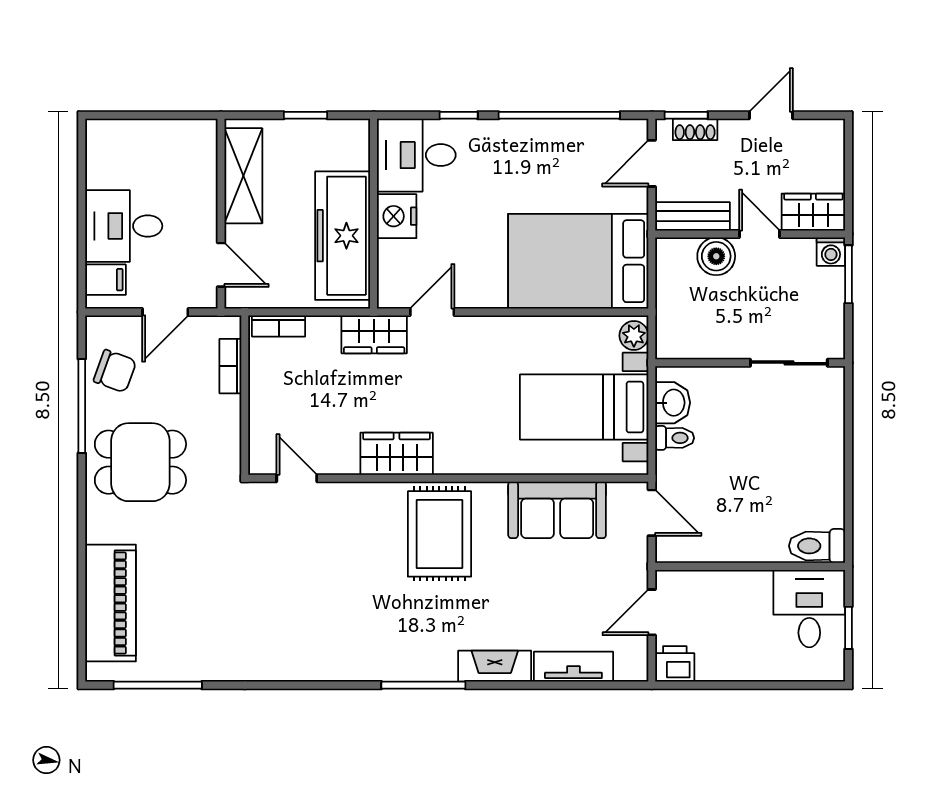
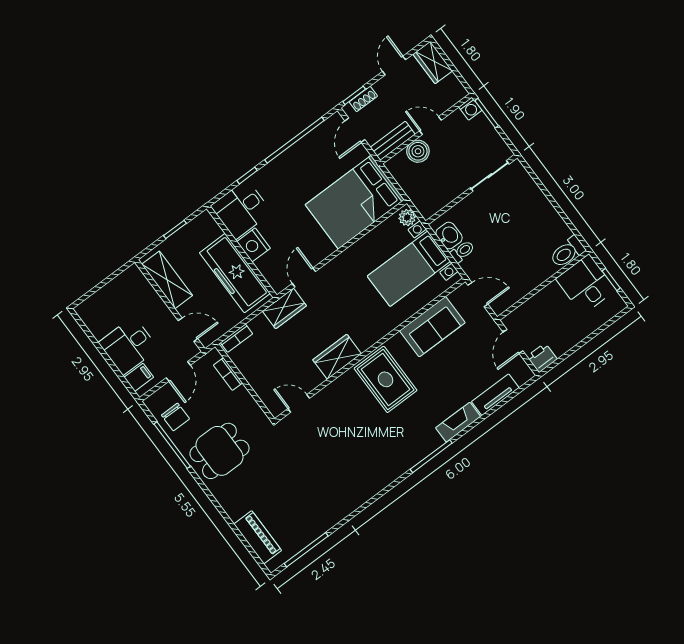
wardrobe: (813, 212) -> (433, 62), moved, turned -90
chair: (115, 371) -> (175, 417), turned 70
piano: (111, 603) -> (258, 537), width x0.73, depth x0.75

